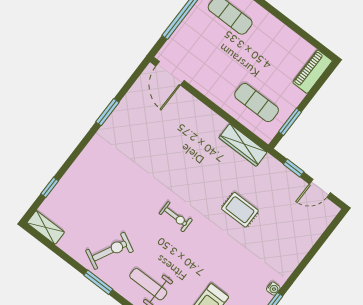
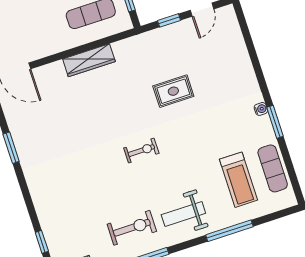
wardrobe: (243, 145) -> (89, 60), moved
exercise bike: (110, 251) -> (132, 228), turned 63

